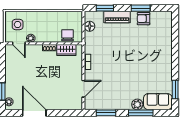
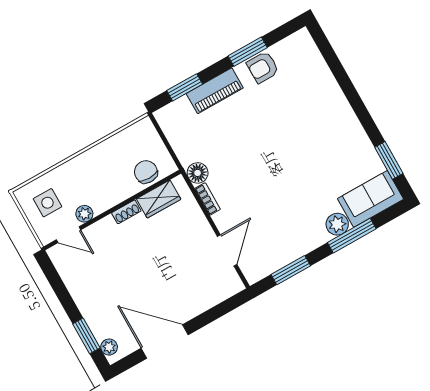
floor lamp: (90, 26) -> (198, 173), moved

